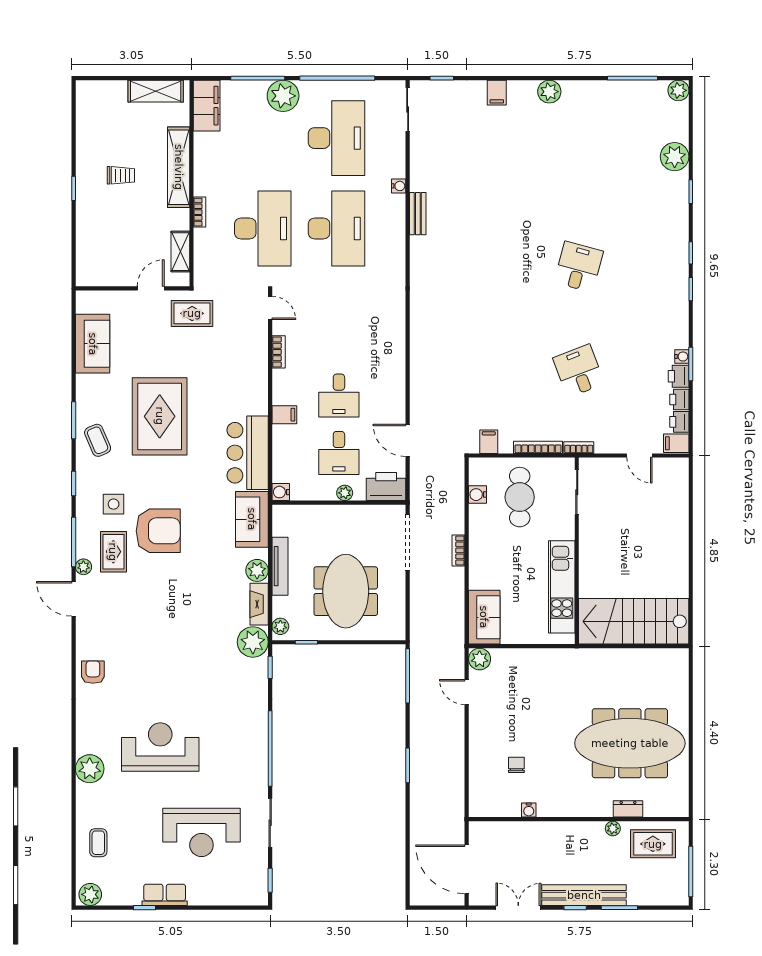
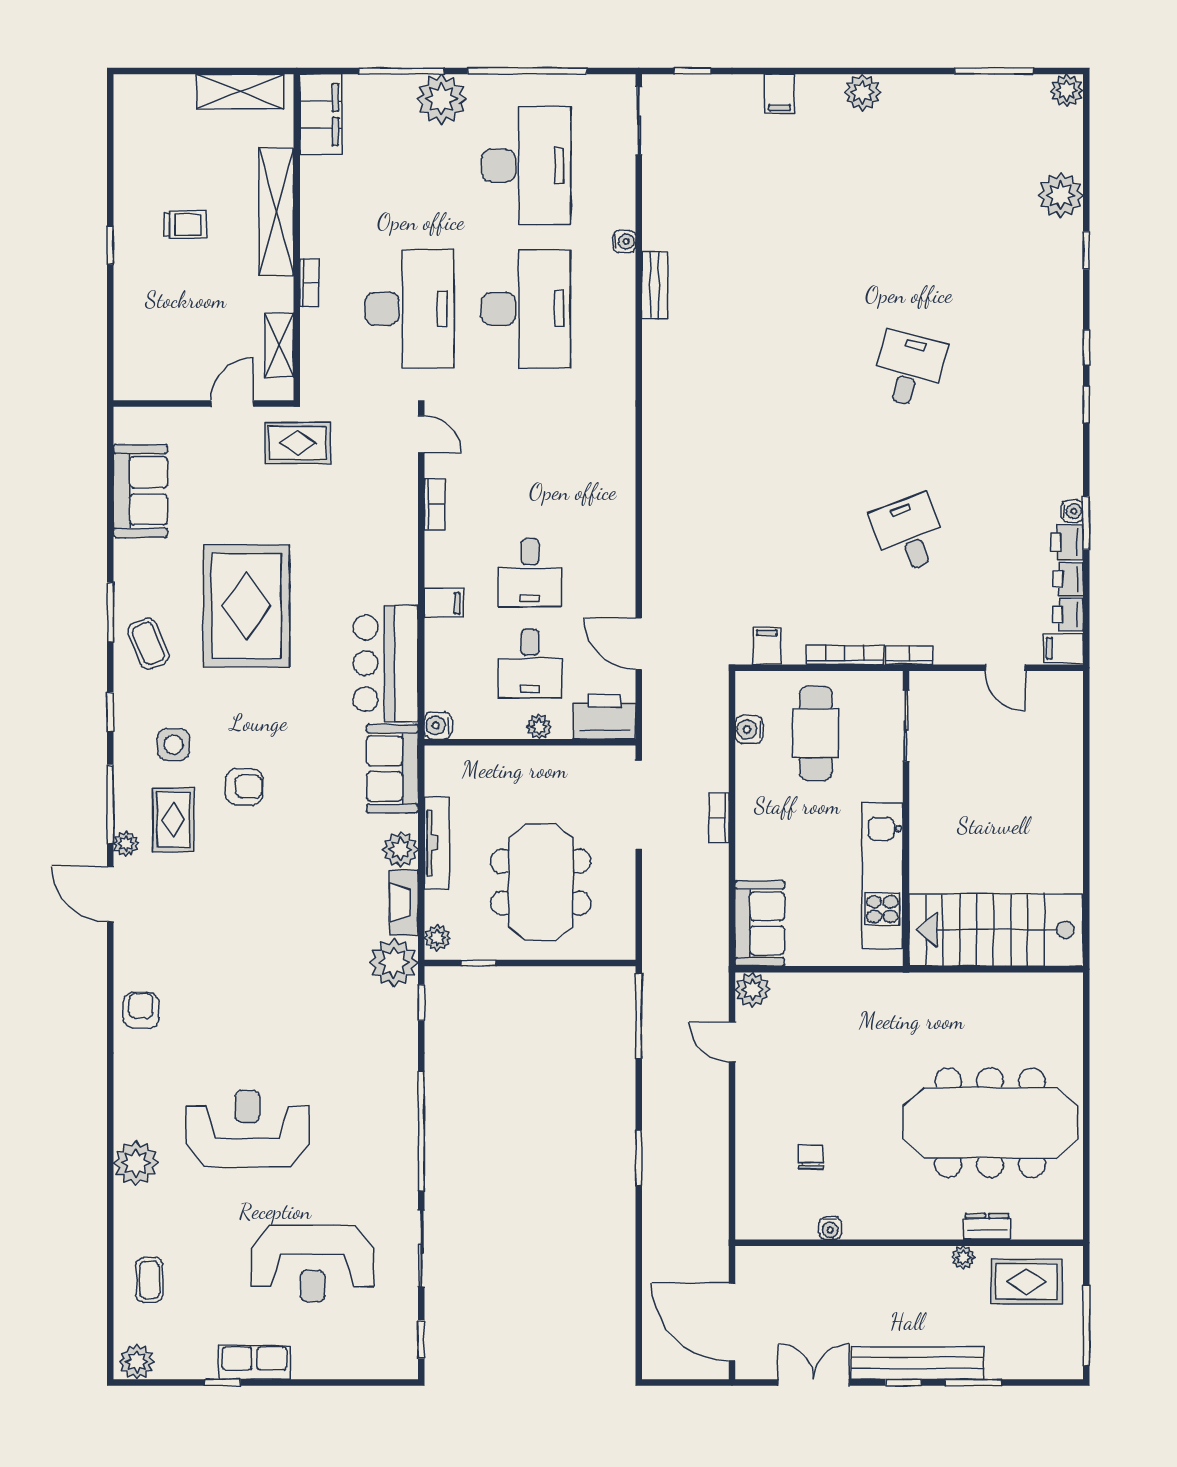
armchair: (158, 531) -> (244, 787), width x0.53, depth x0.53

